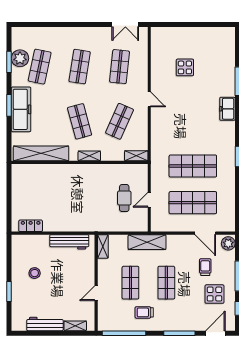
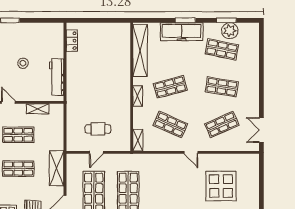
shop shelf: (120, 67) -> (222, 124), turned -30
display table: (185, 67) -> (221, 186), width x1.86, depth x1.86
door: (149, 99) -> (191, 152), hinge flipped
door: (149, 200) -> (96, 152), swing flipped
shelving: (147, 242) -> (56, 168), moved
shelving: (103, 246) -> (38, 109), moved
stool: (35, 273) -> (23, 63), moved

